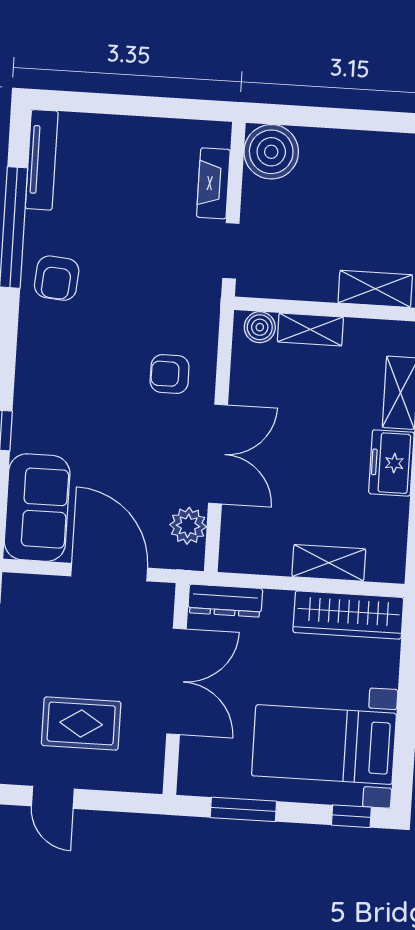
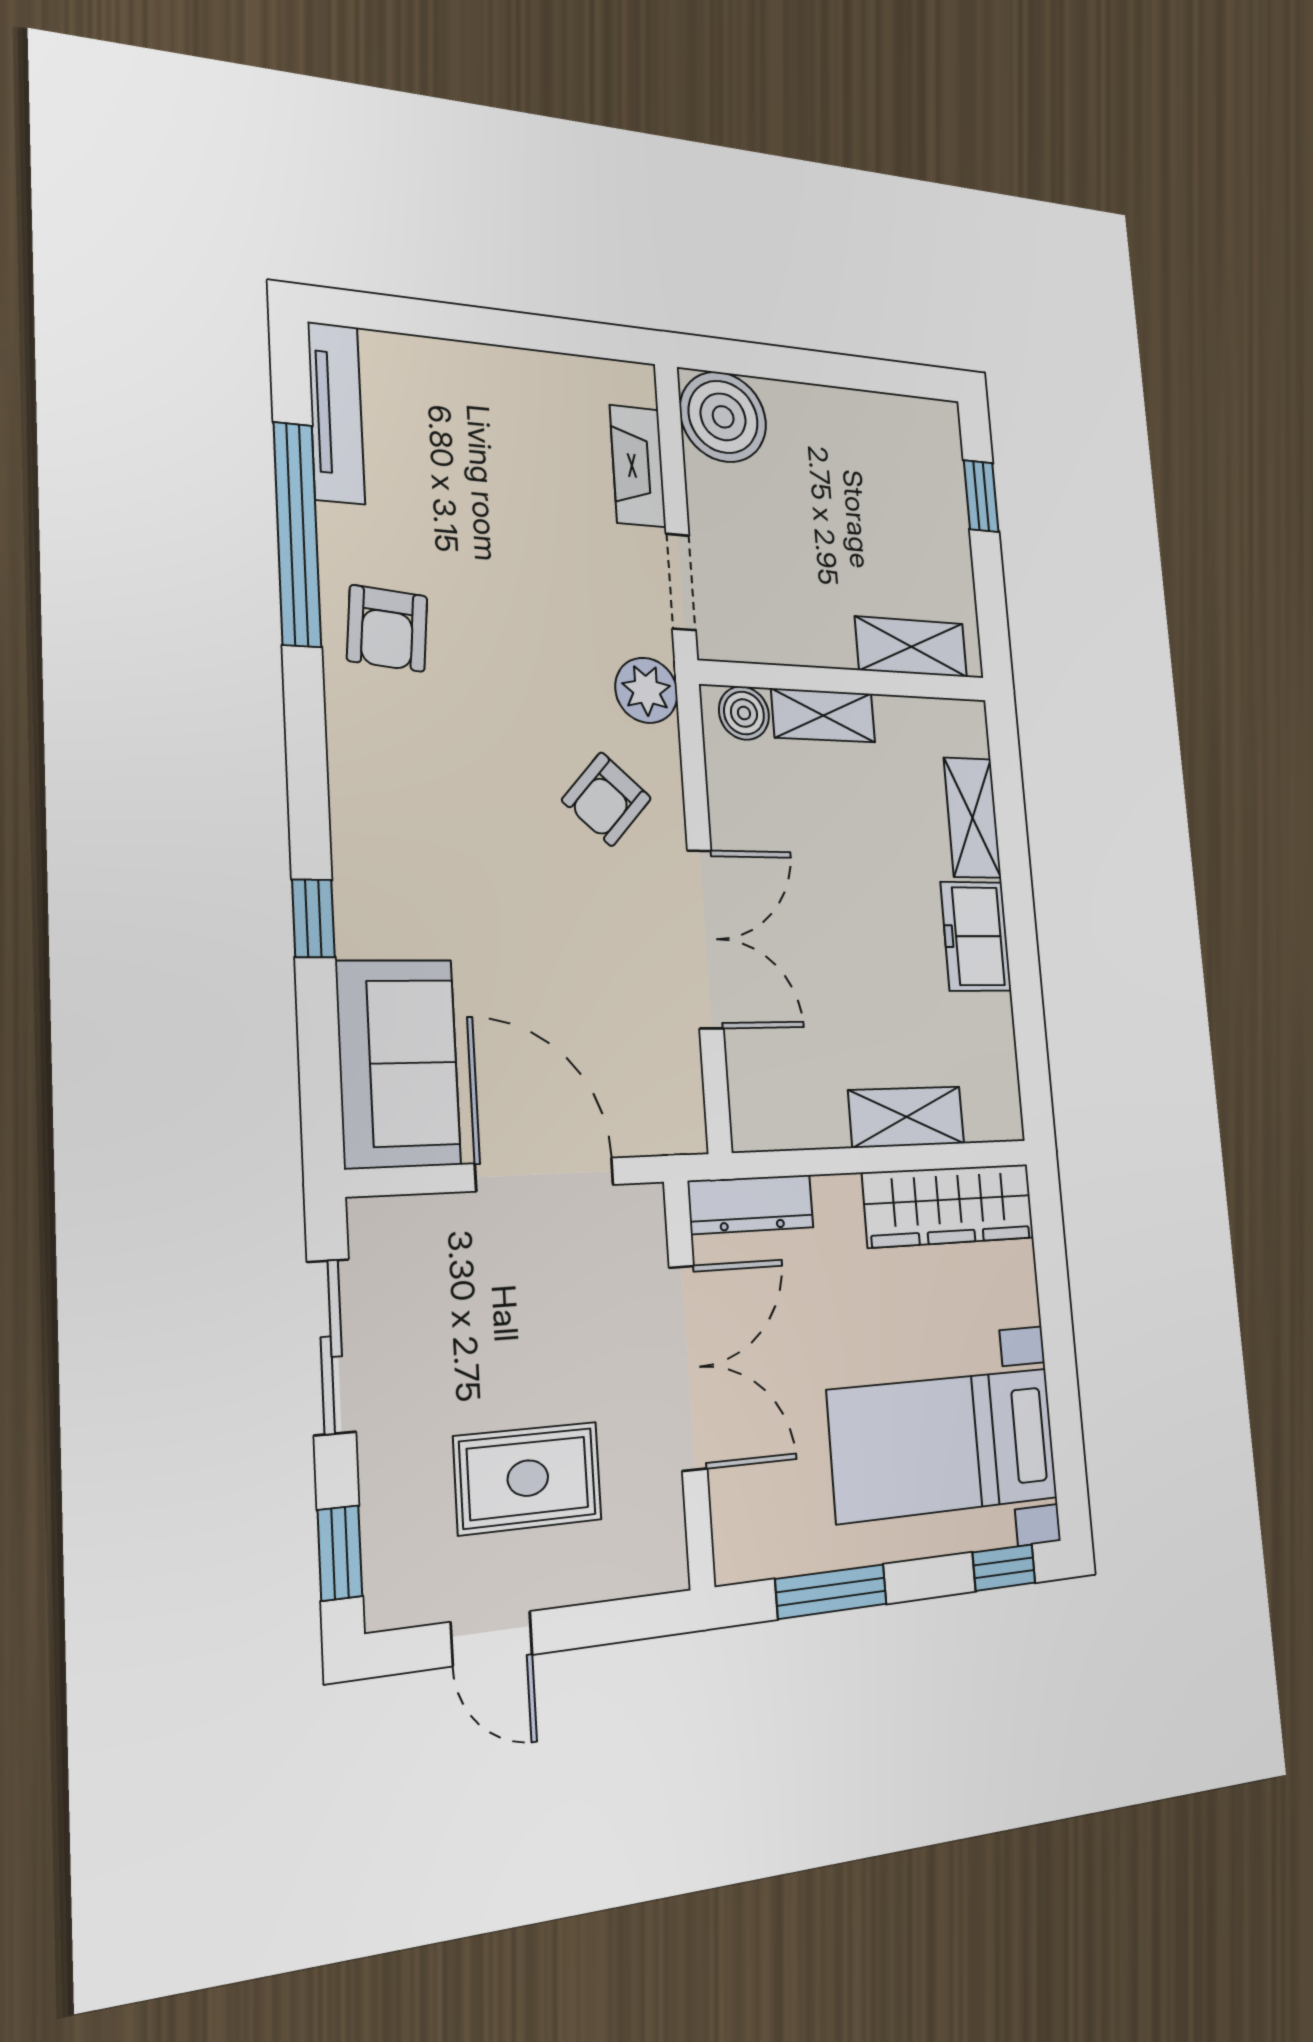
armchair: (170, 374) -> (606, 799), turned -48
plant: (188, 526) -> (646, 690), moved

